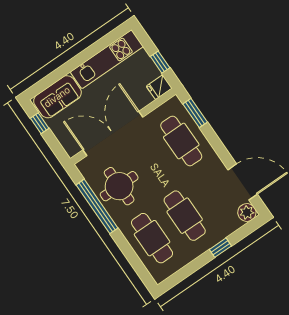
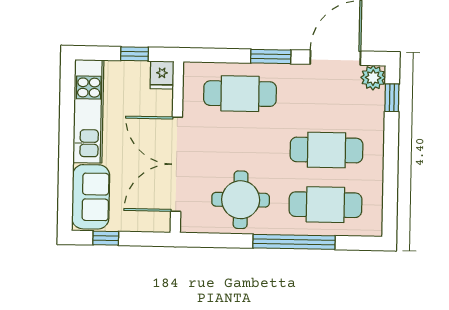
window: (195, 113) -> (271, 56), moved
window: (97, 206) -> (294, 242), moved
window: (220, 248) -> (392, 98), moved

